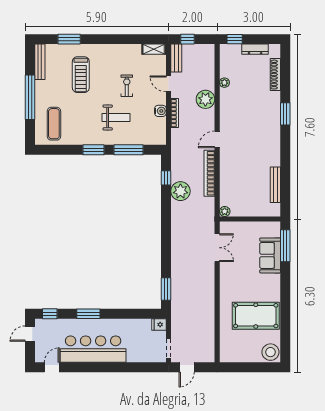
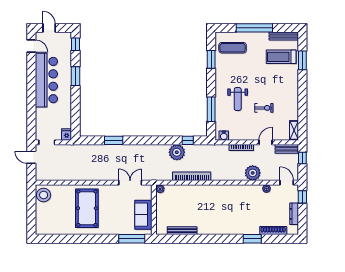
treadmill: (81, 75) -> (281, 57), moved
water cooler: (160, 111) -> (224, 136), moved
window: (285, 114) -> (252, 239), moved
door: (217, 139) -> (287, 183), moved
window: (93, 150) -> (211, 59), moved
double door: (217, 248) -> (130, 183), swing flipped
sofa: (270, 255) -> (143, 215), moved, turned -90
window: (166, 289) -> (114, 140), moved
pool table: (256, 316) -> (87, 208), moved
door: (30, 334) -> (49, 28), moved
stool: (270, 352) -> (44, 195), moved

